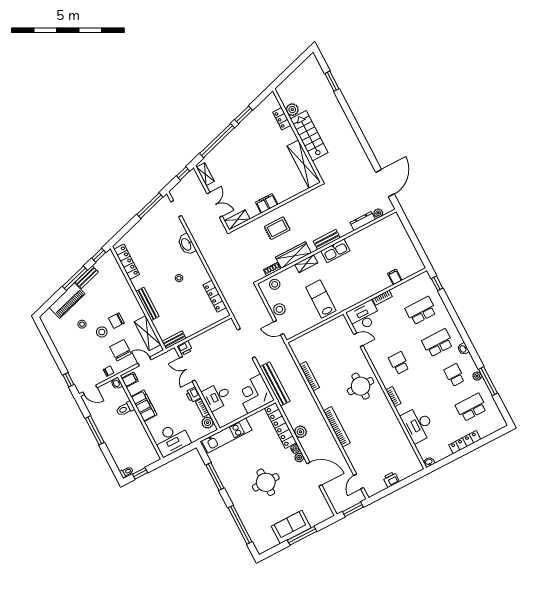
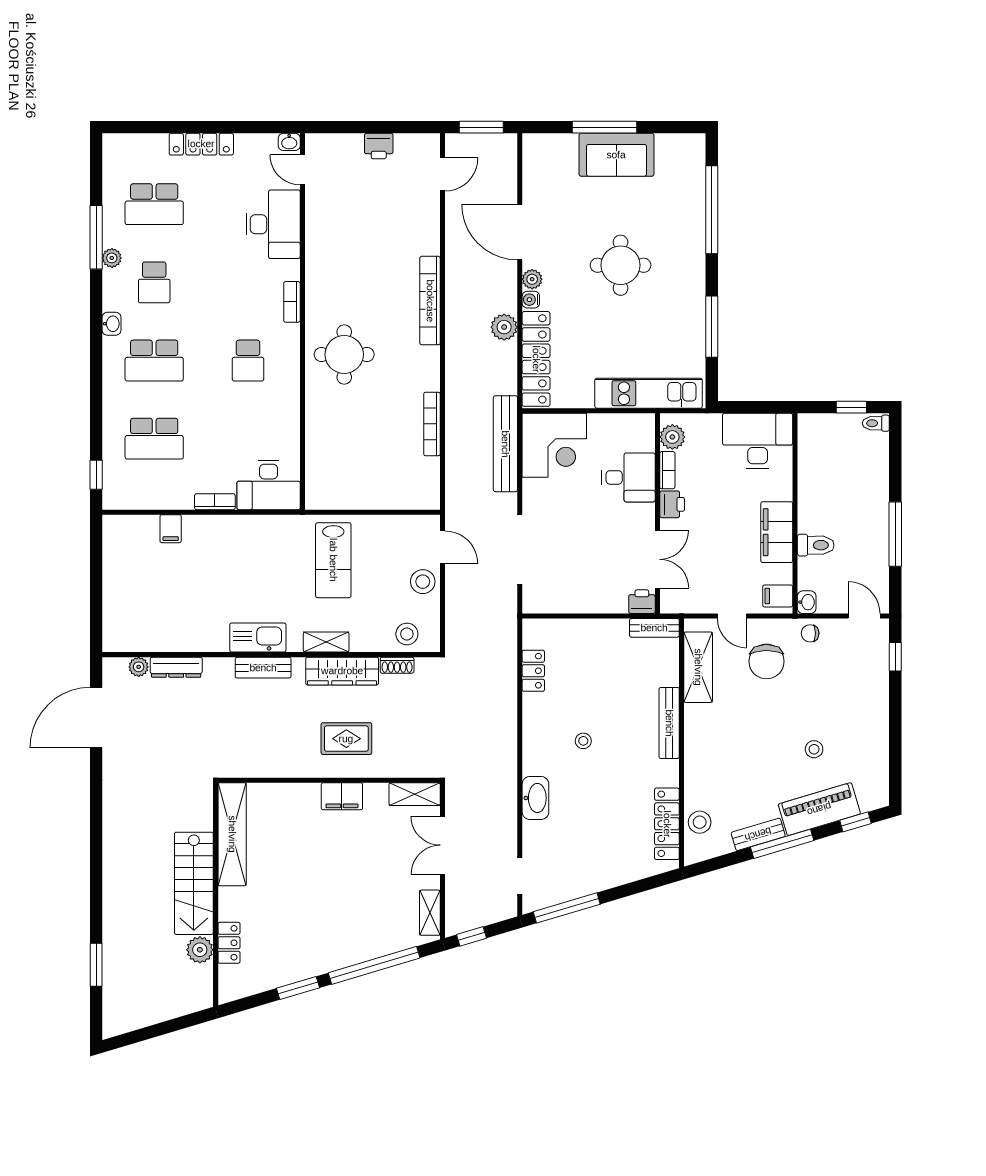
window: (99, 255) -> (856, 822), moved
locker: (215, 296) -> (533, 671), width x0.66
chair: (116, 321) -> (745, 722), removed
stool: (102, 332) -> (700, 822), moved
door: (358, 340) -> (303, 170), moved

